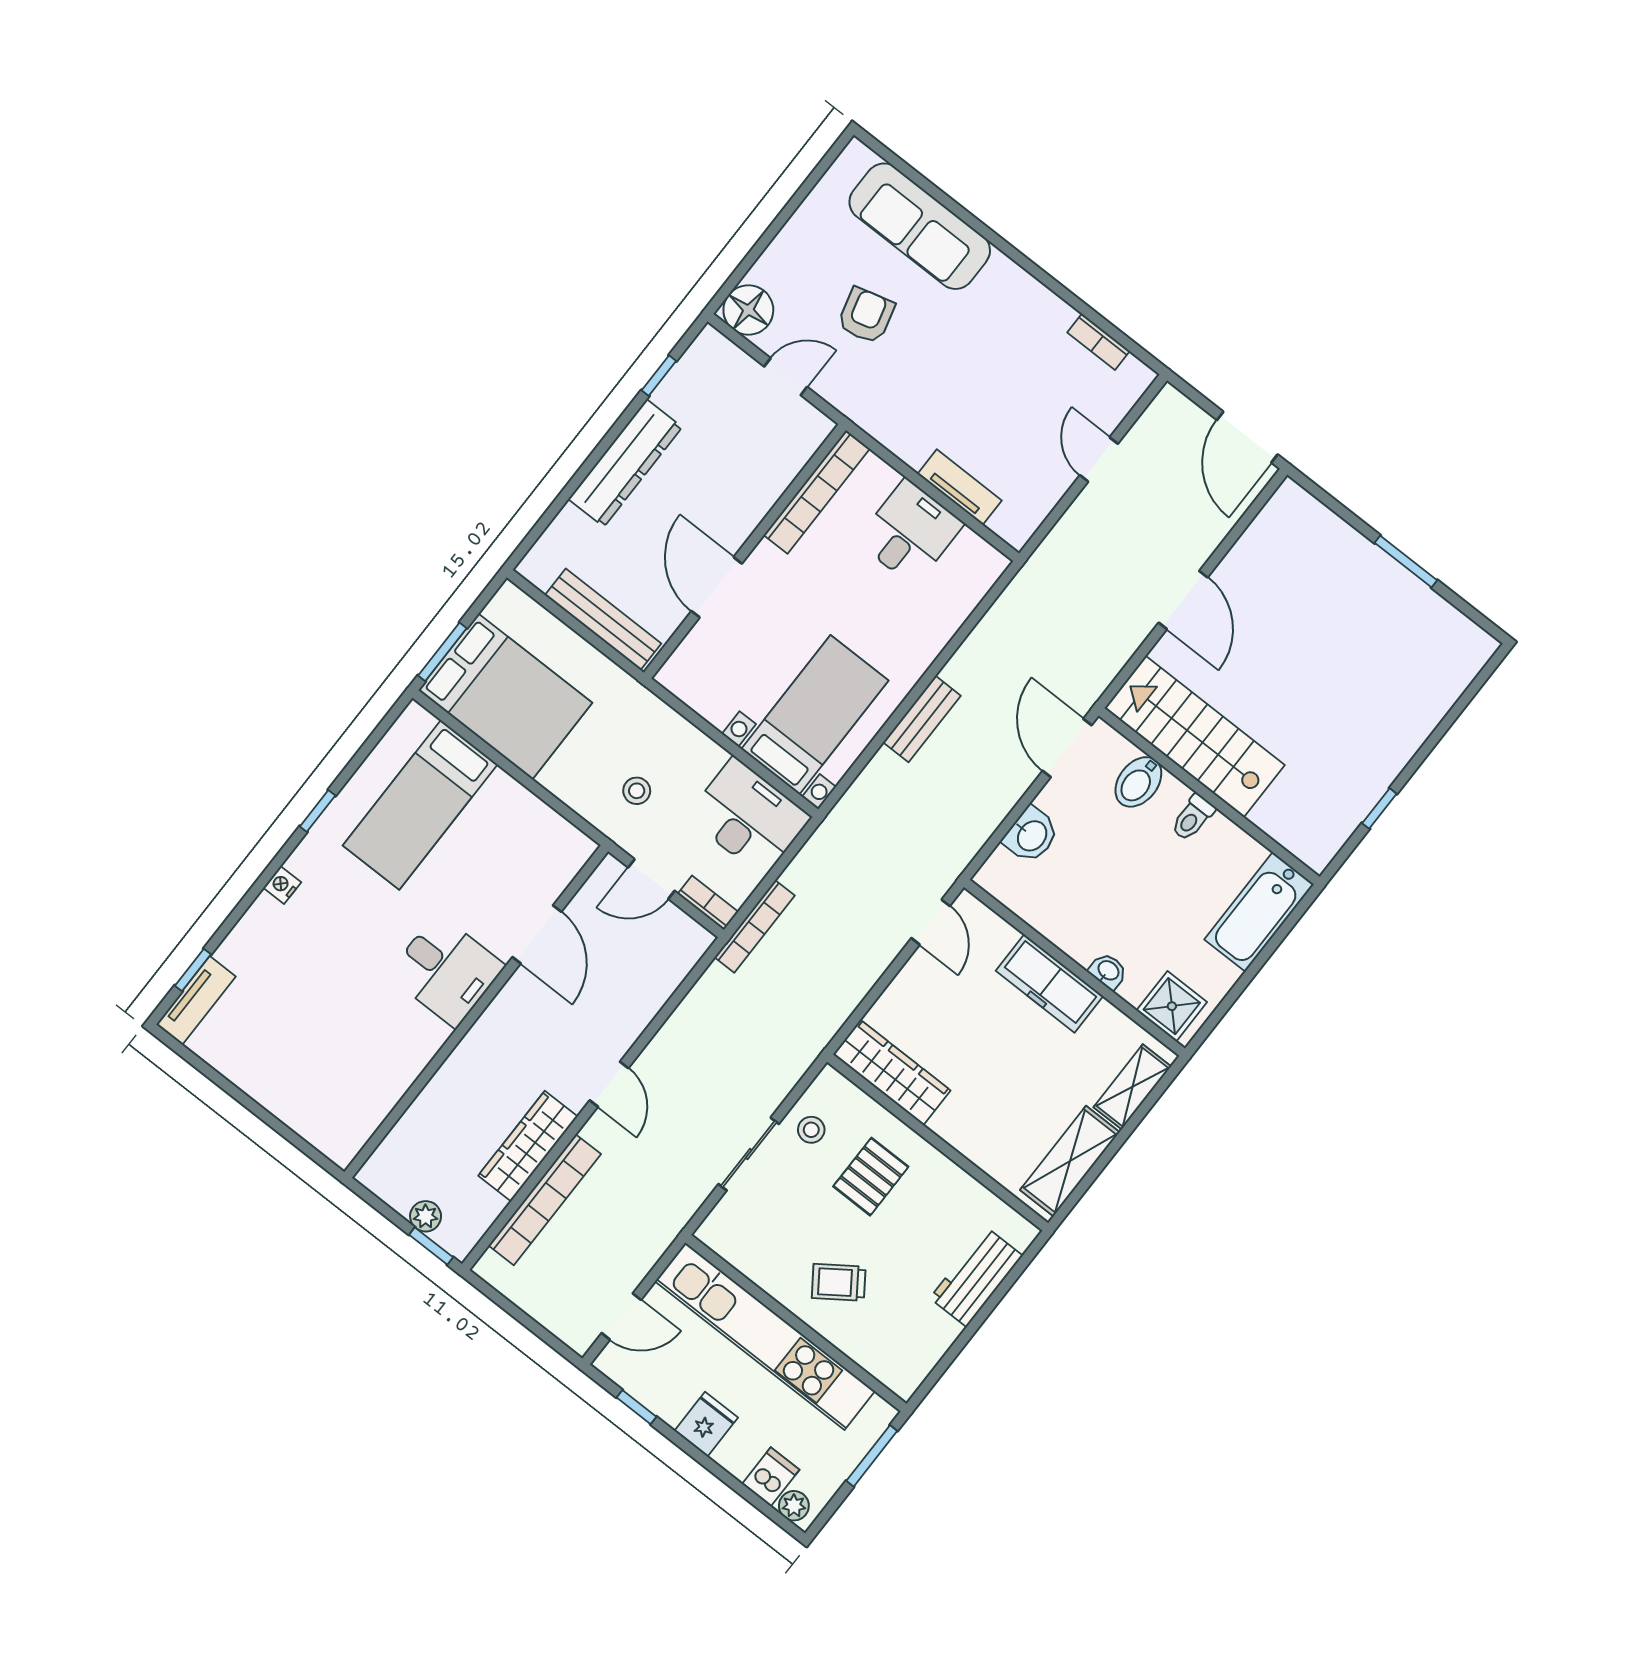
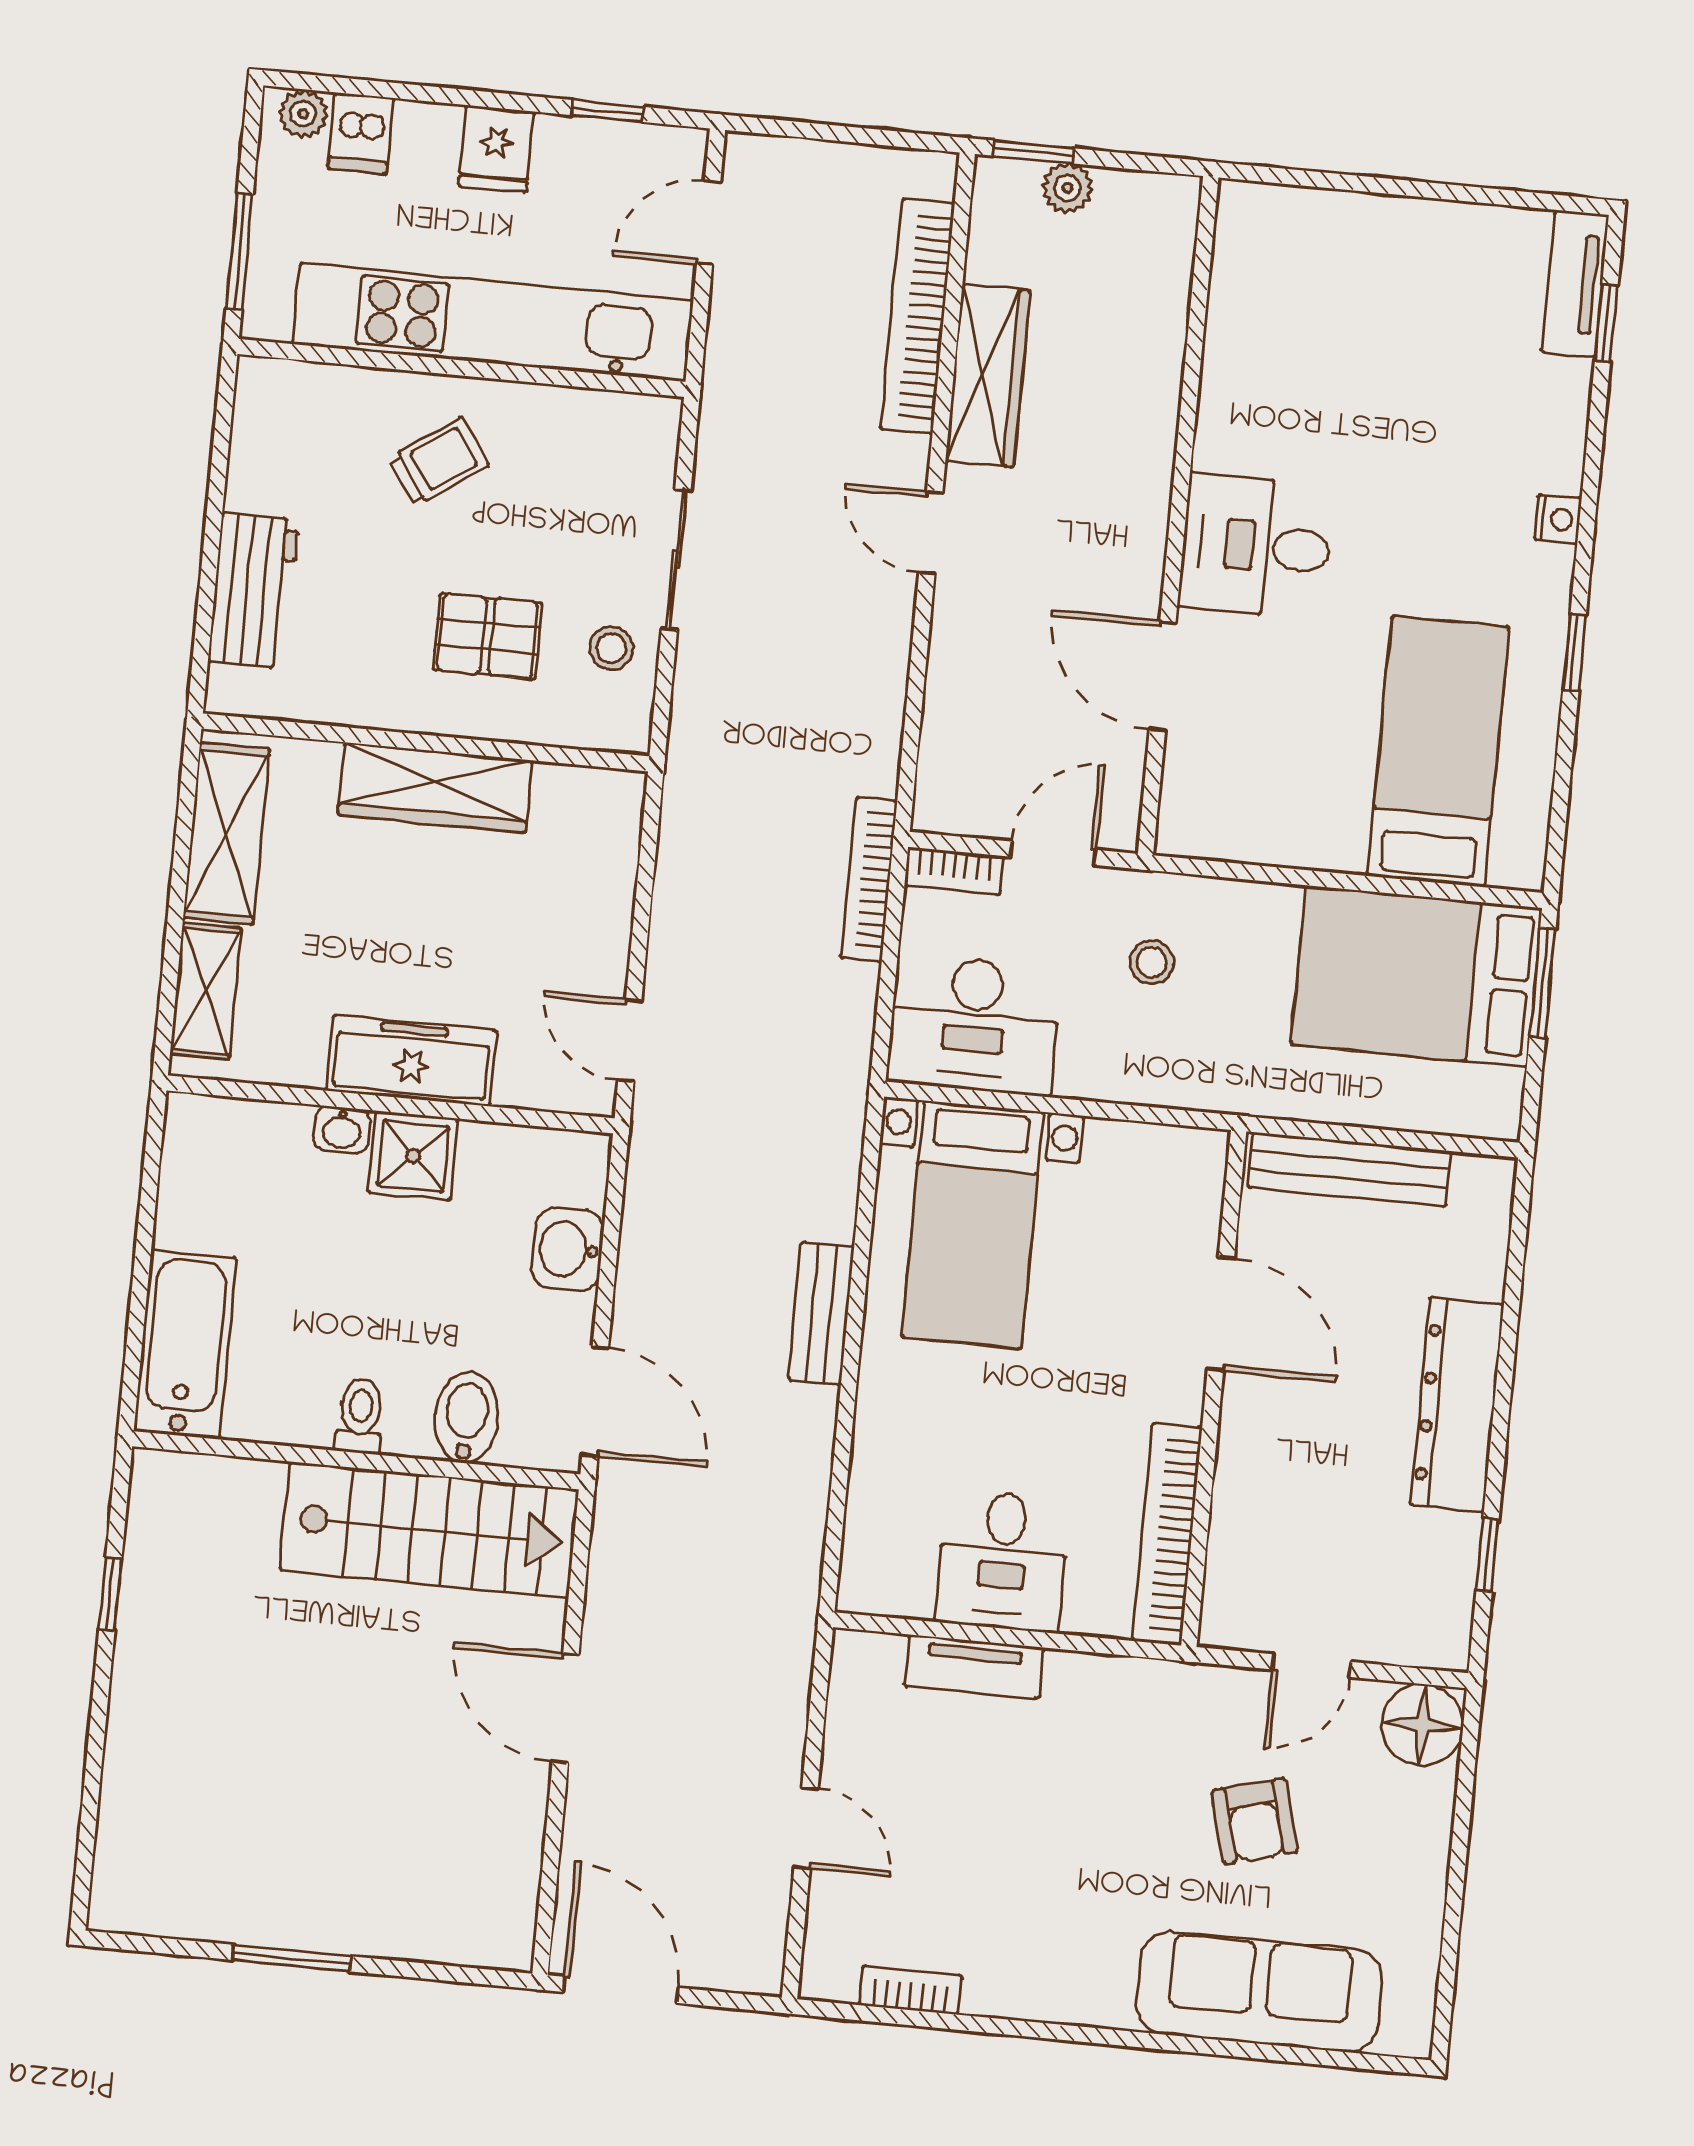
shower: (1172, 1006) -> (413, 1156), moved
wardrobe: (892, 1072) -> (435, 788), moved
pallet: (871, 1177) -> (488, 636), turned 90

